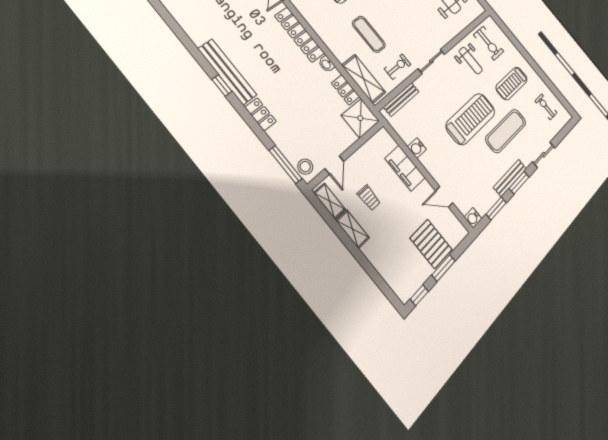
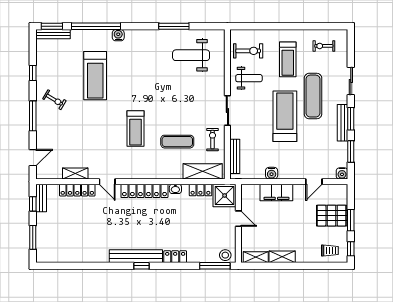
door: (334, 165) -> (238, 219), moved
trolley: (369, 198) -> (330, 251), moved

